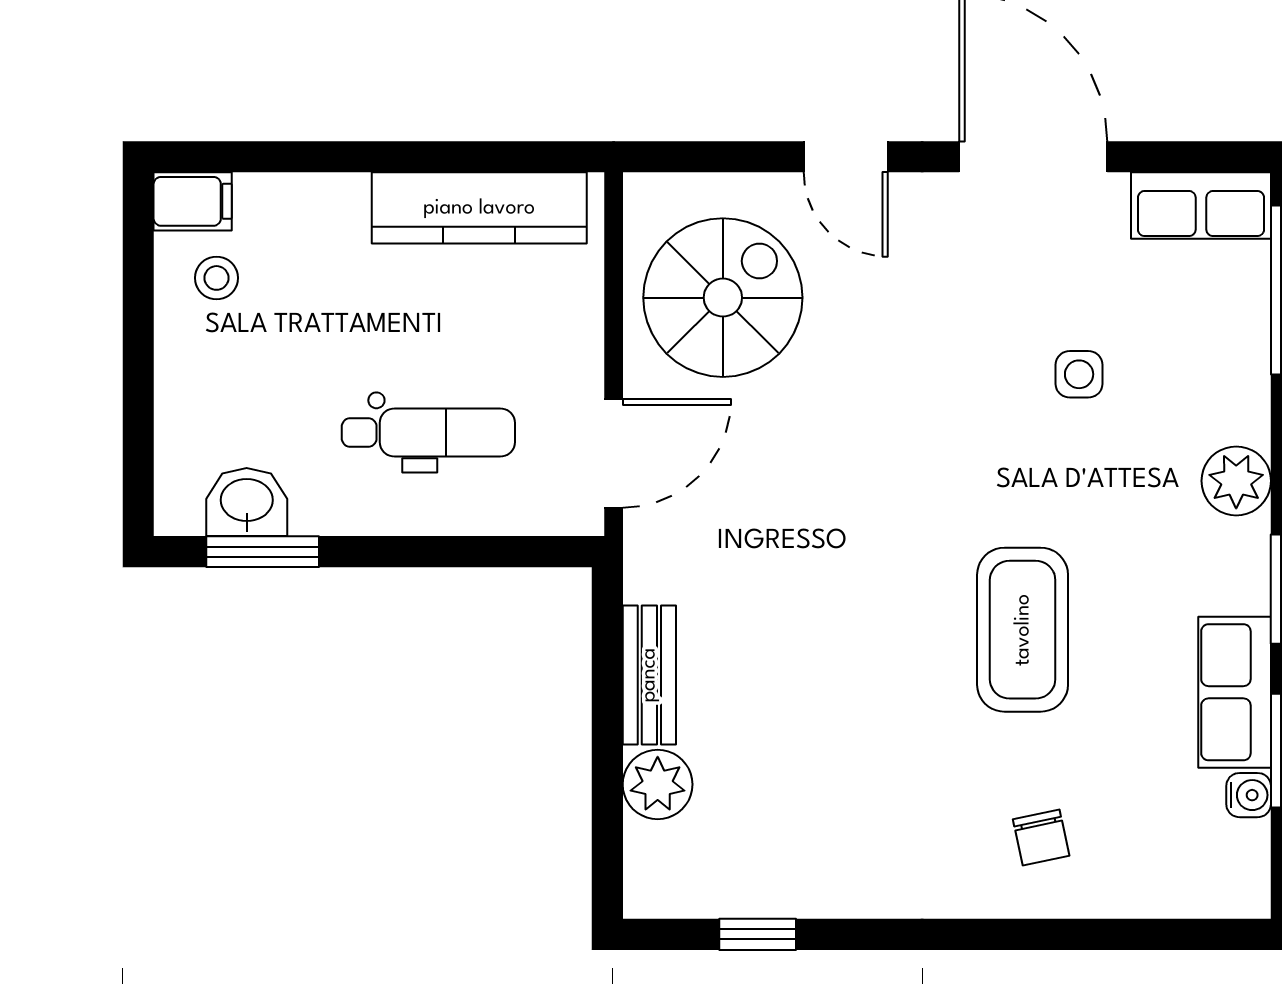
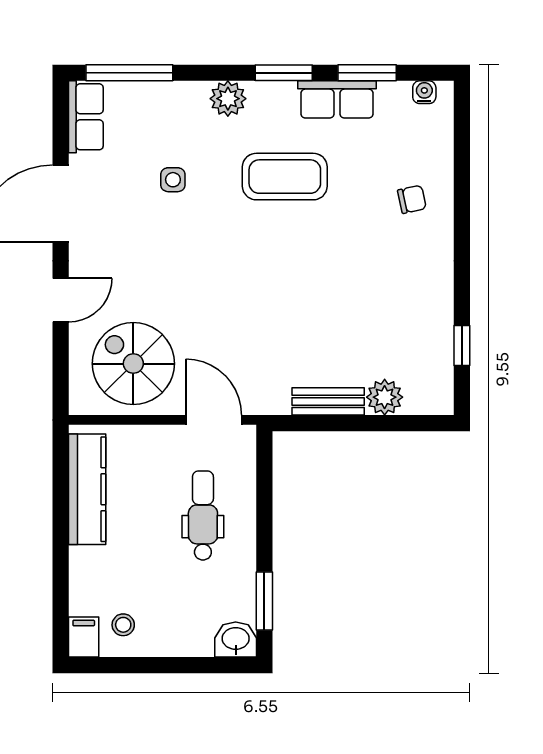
washbasin: (247, 502) -> (236, 640), moved, turned 90
coffee table: (1023, 630) -> (285, 177), moved
water cooler: (1249, 795) -> (424, 92), moved

